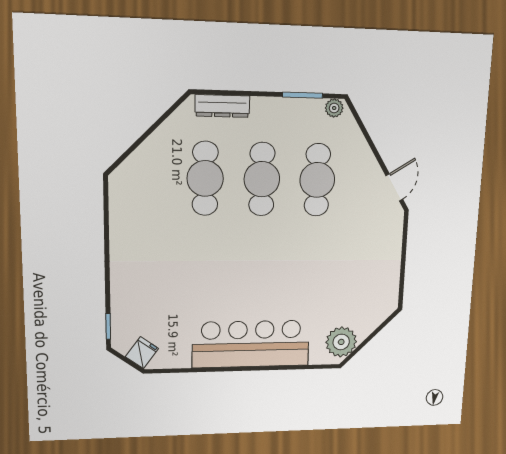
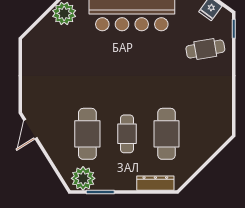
plant: (334, 108) -> (83, 178), width x1.87, depth x1.87
cafe table: (262, 179) -> (127, 134), width x0.73, depth x0.74
cafe table: (149, 298) -> (205, 49), added

